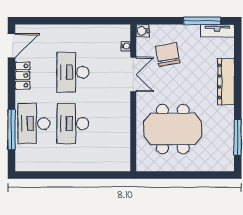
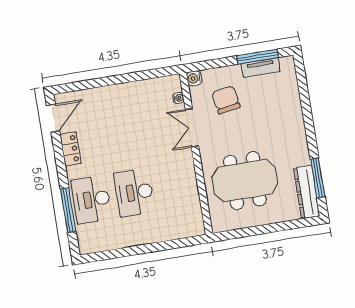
tv unit: (217, 31) -> (261, 67), moved
desk: (73, 72) -> (125, 136), removed
double door: (133, 74) -> (192, 128), swing flipped
dresser: (226, 81) -> (307, 192), moved

